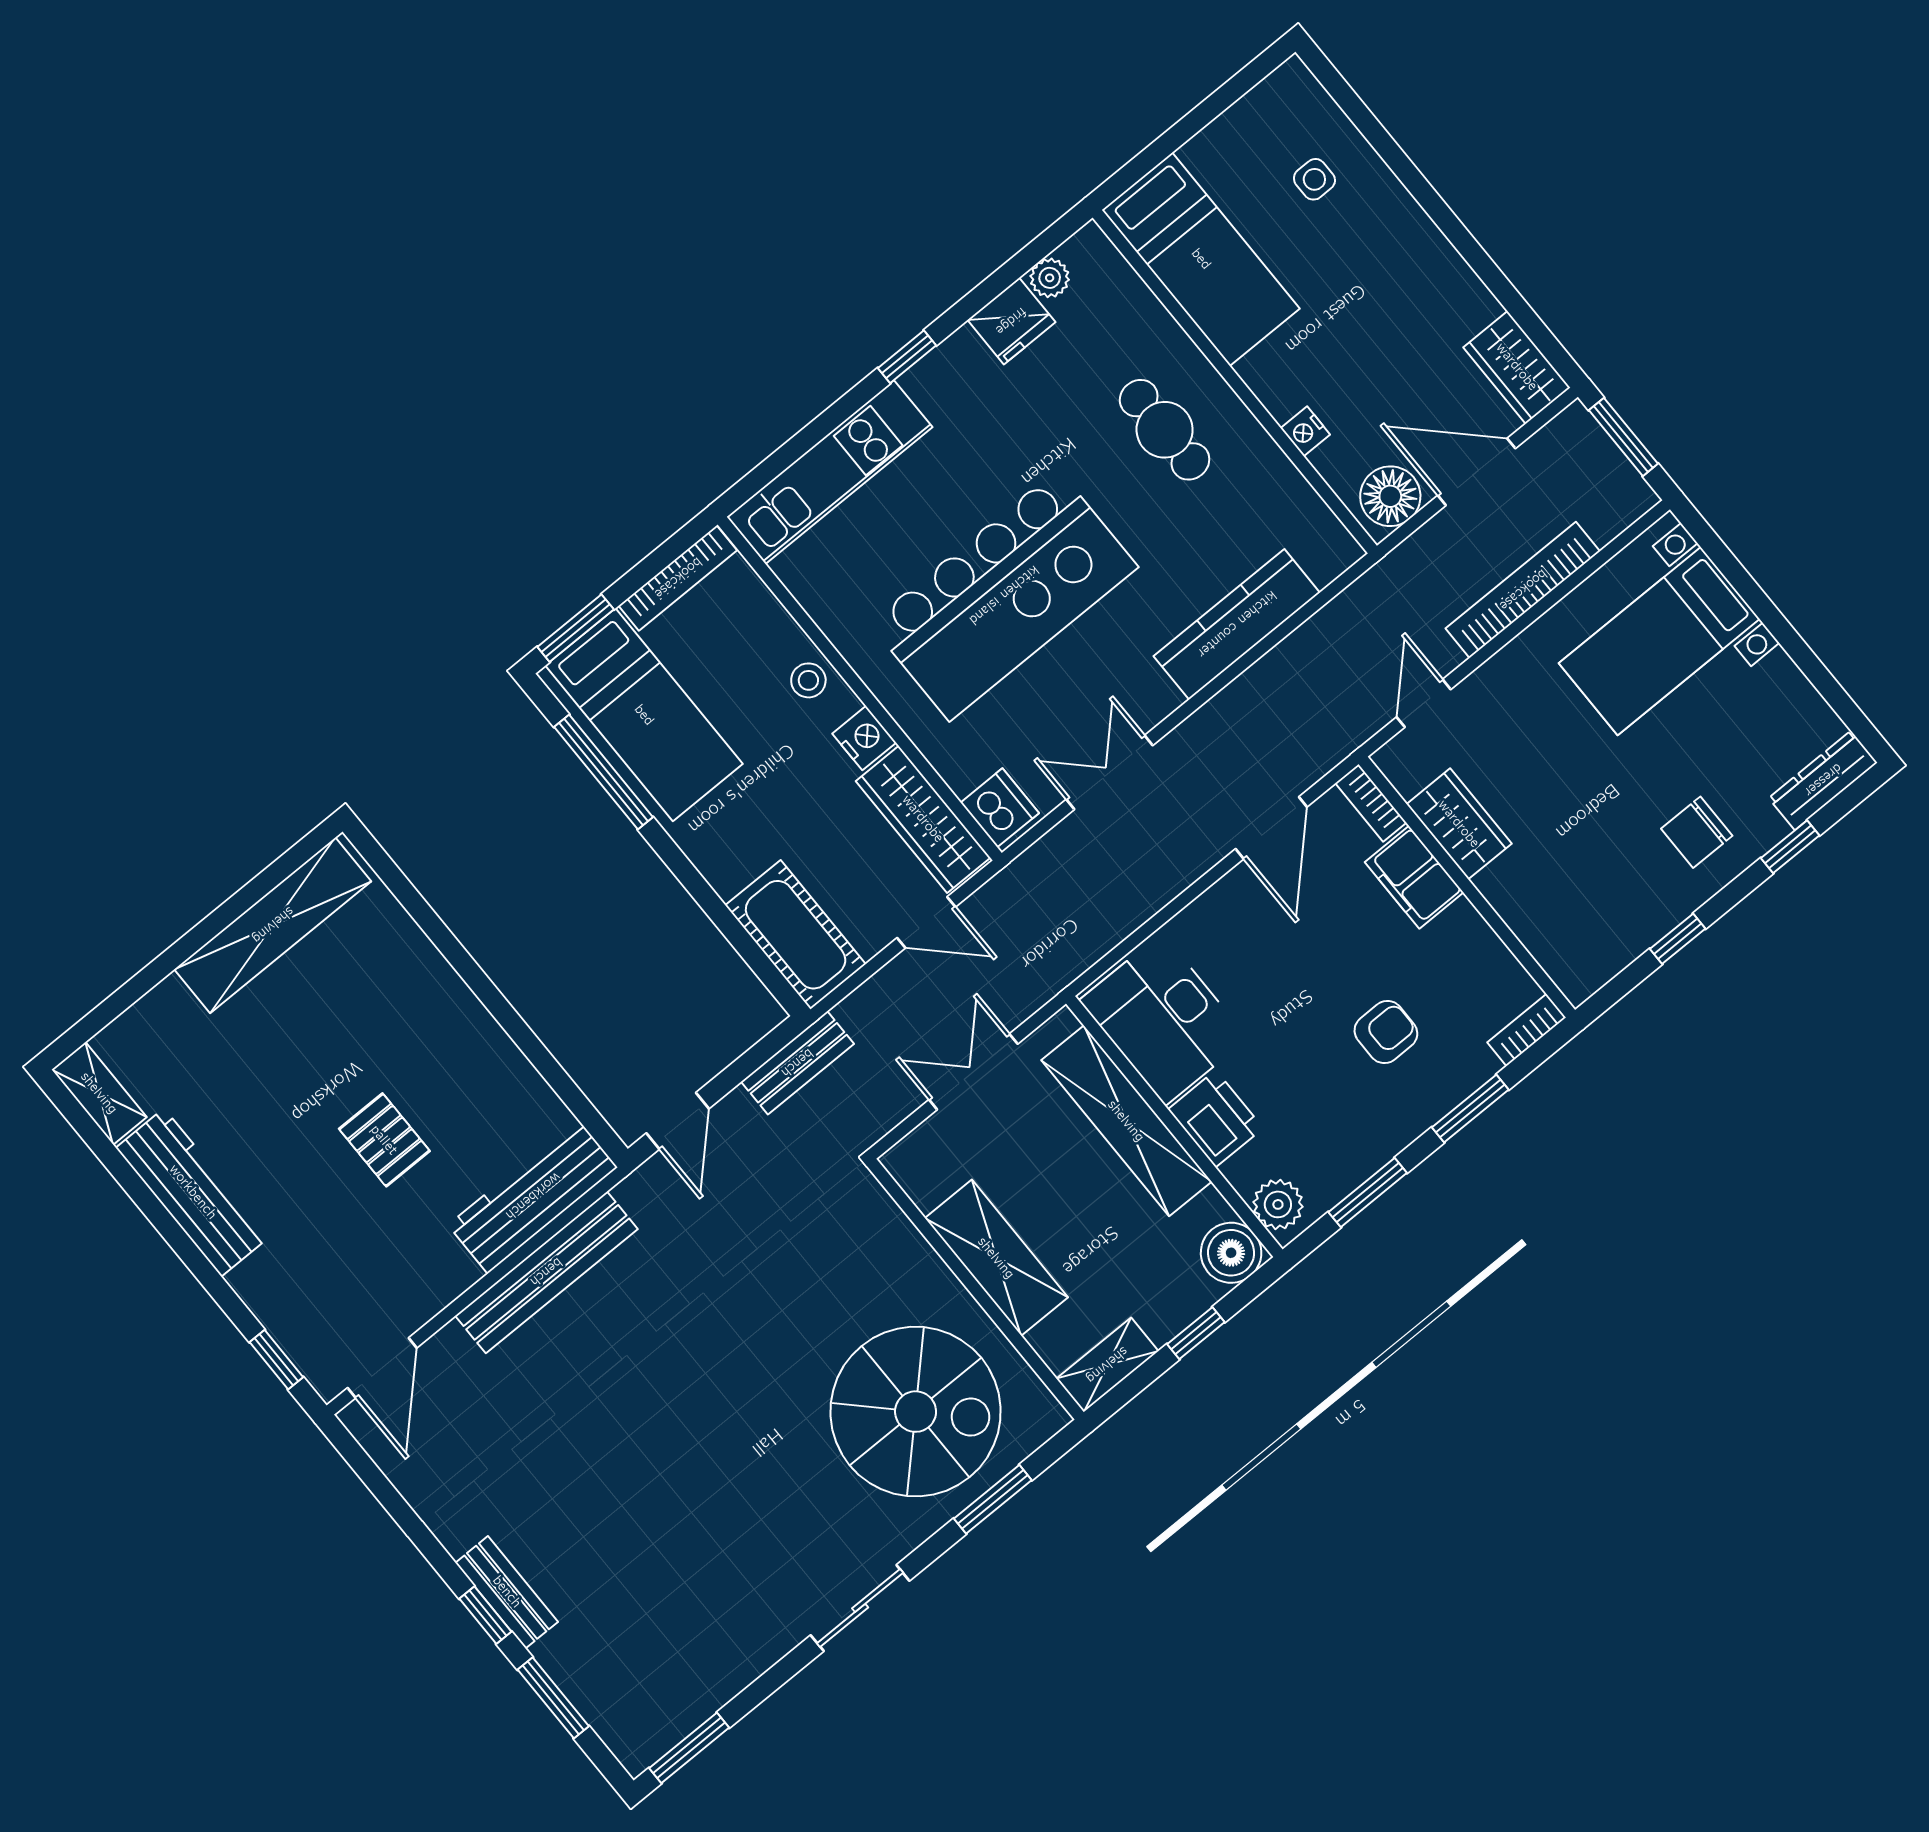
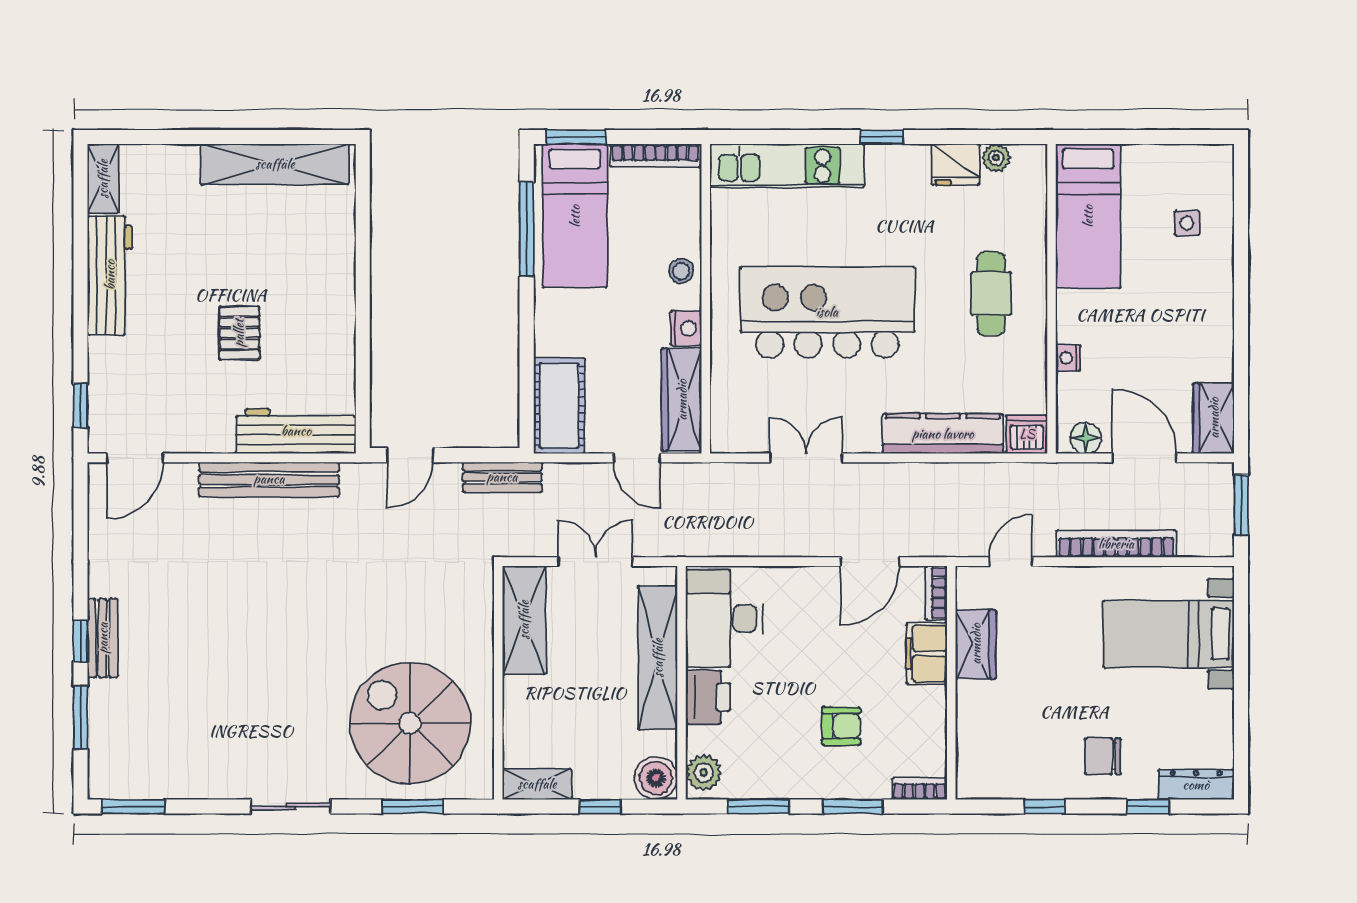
floor lamp: (1390, 496) -> (1086, 438), width x0.73, depth x0.73
kitchen island: (1004, 595) -> (827, 312), turned 180
dishwasher: (1000, 808) -> (1027, 434), moved, turned -90
shelving: (996, 1258) -> (524, 620), moved
spiral stairs: (916, 1412) -> (410, 723), turned 180

